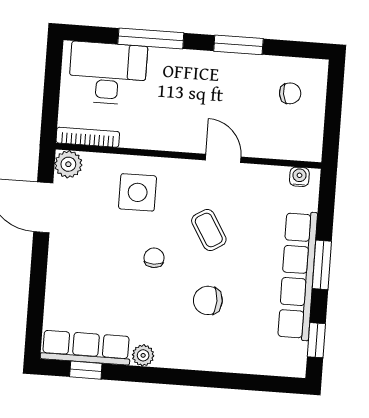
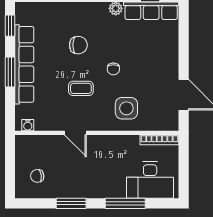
plant: (68, 164) -> (170, 122), removed
coffee table: (209, 230) -> (81, 88), turned -59

